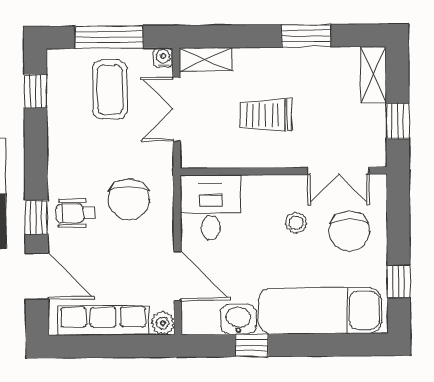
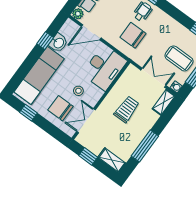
window: (306, 36) -> (145, 146), width x1.44
desk: (211, 208) -> (104, 67), width x1.37

